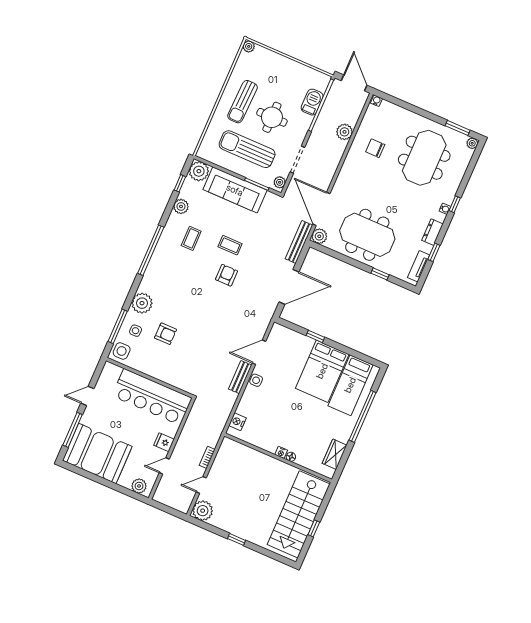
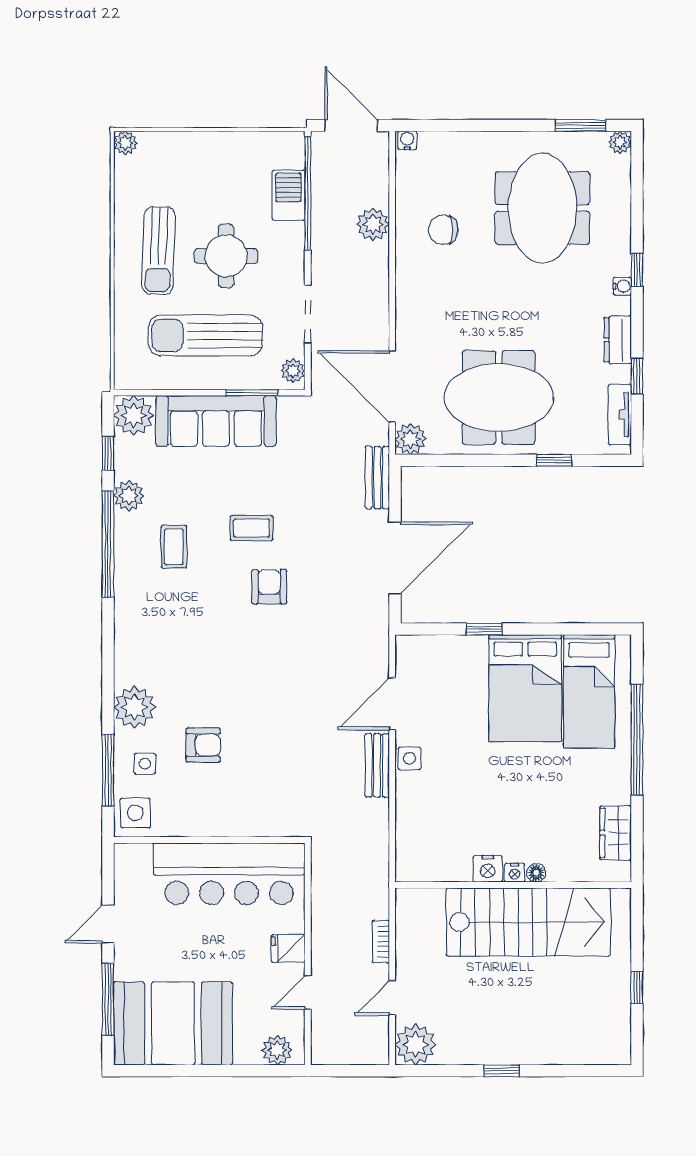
bench: (299, 242) -> (377, 478), width x0.73
window: (151, 250) -> (108, 544), moved
nightstand: (237, 422) -> (488, 869), moved, turned -90
stairs: (299, 514) -> (528, 922), moved, turned -90

